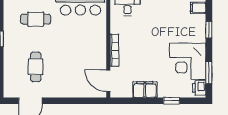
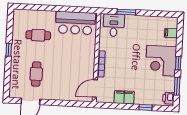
window: (209, 30) -> (178, 63), moved
corner desk: (188, 61) -> (161, 61), moved
door: (108, 81) -> (95, 89), hinge flipped

